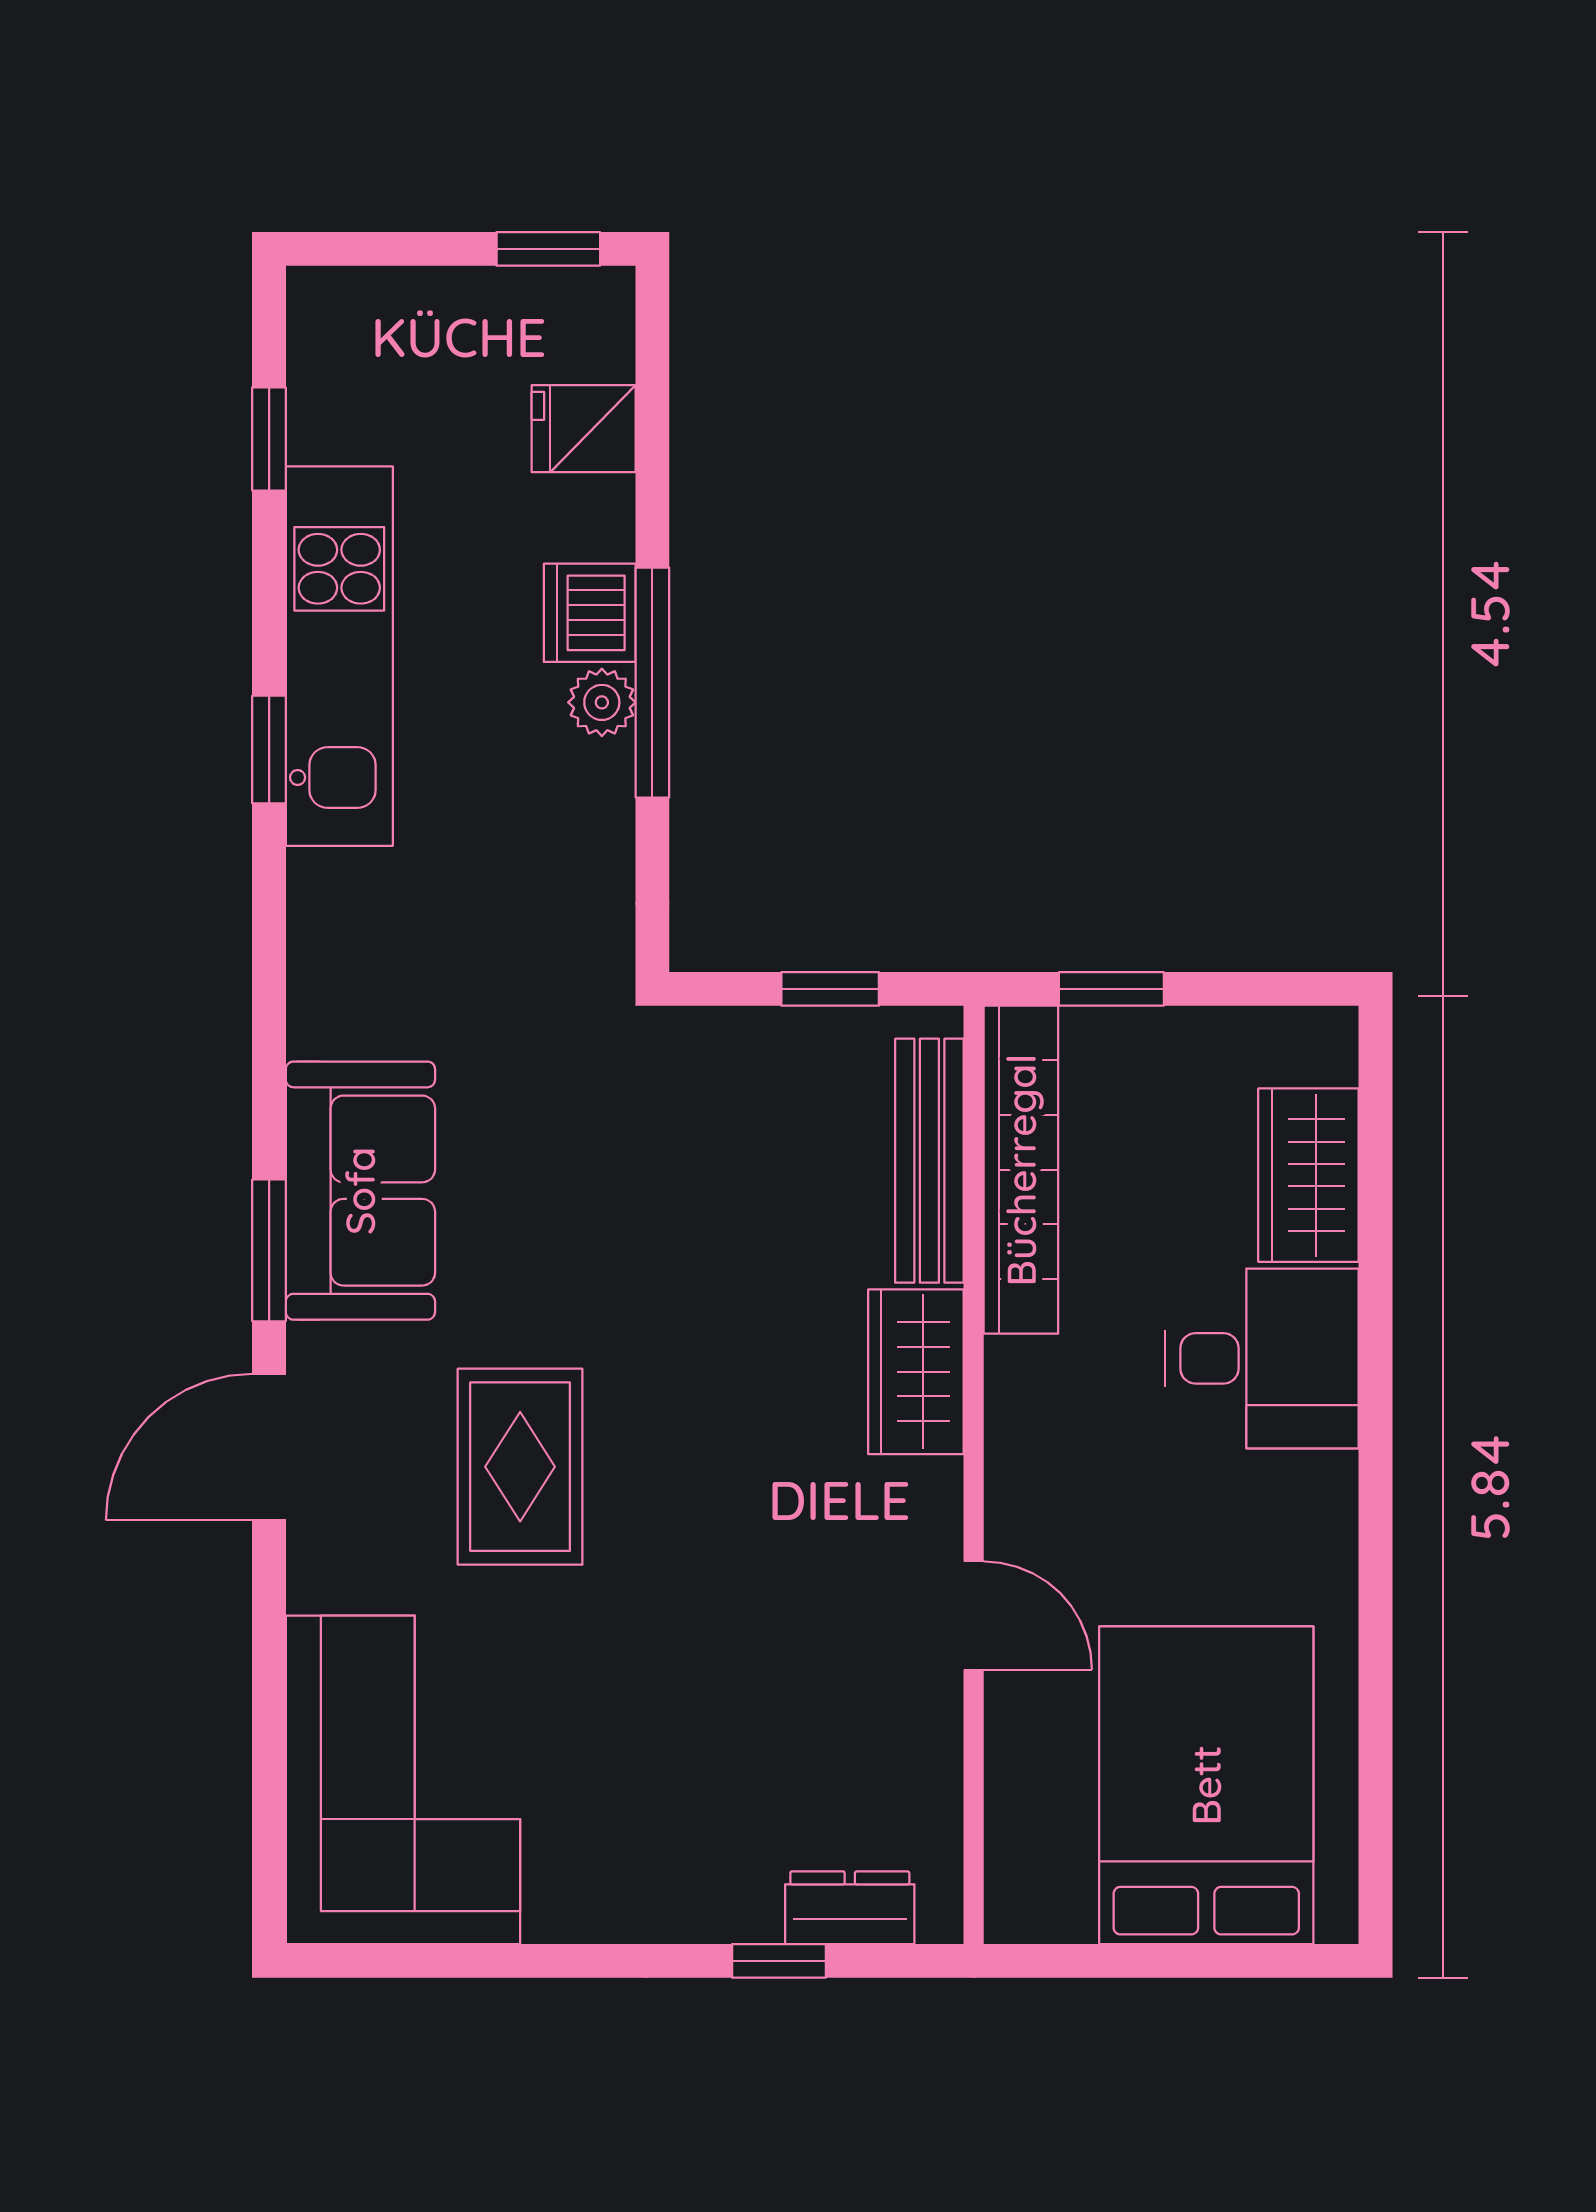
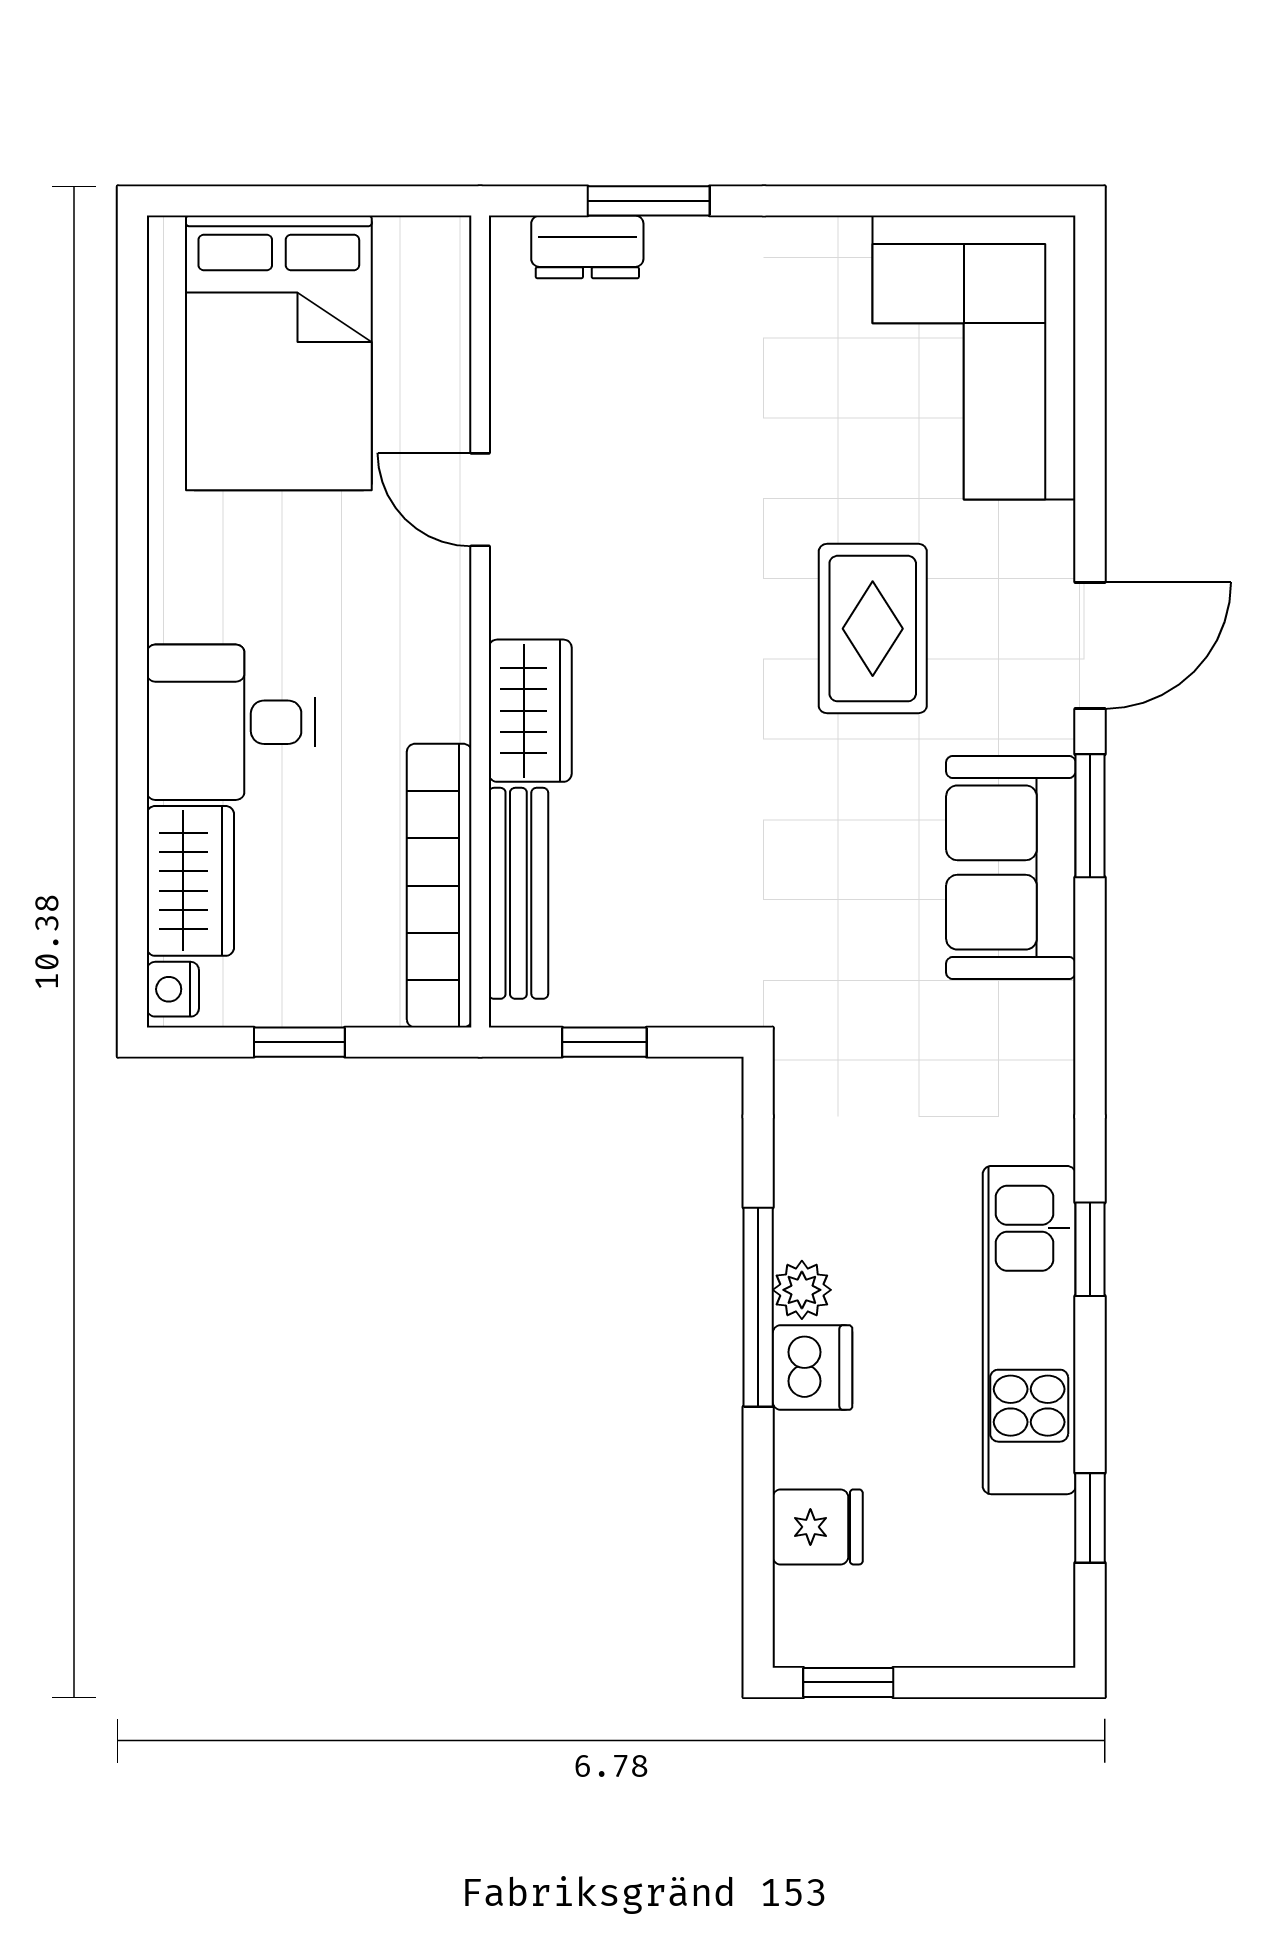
window: (1111, 989) -> (299, 1042), moved
nightstand: (1329, 1050) -> (173, 989), added
window: (779, 1961) -> (649, 201), width x1.50

